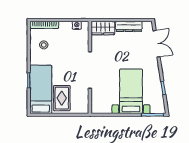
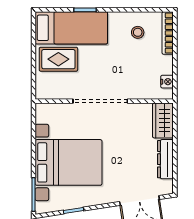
bed with nightstands: (131, 91) -> (69, 162), width x1.36

